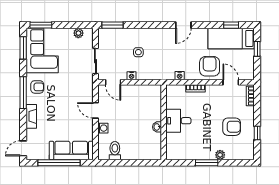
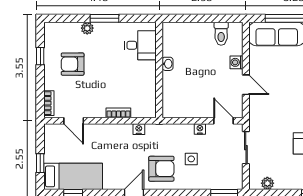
armchair: (210, 66) -> (161, 169), moved, turned -90
desk: (178, 121) -> (140, 45), moved

